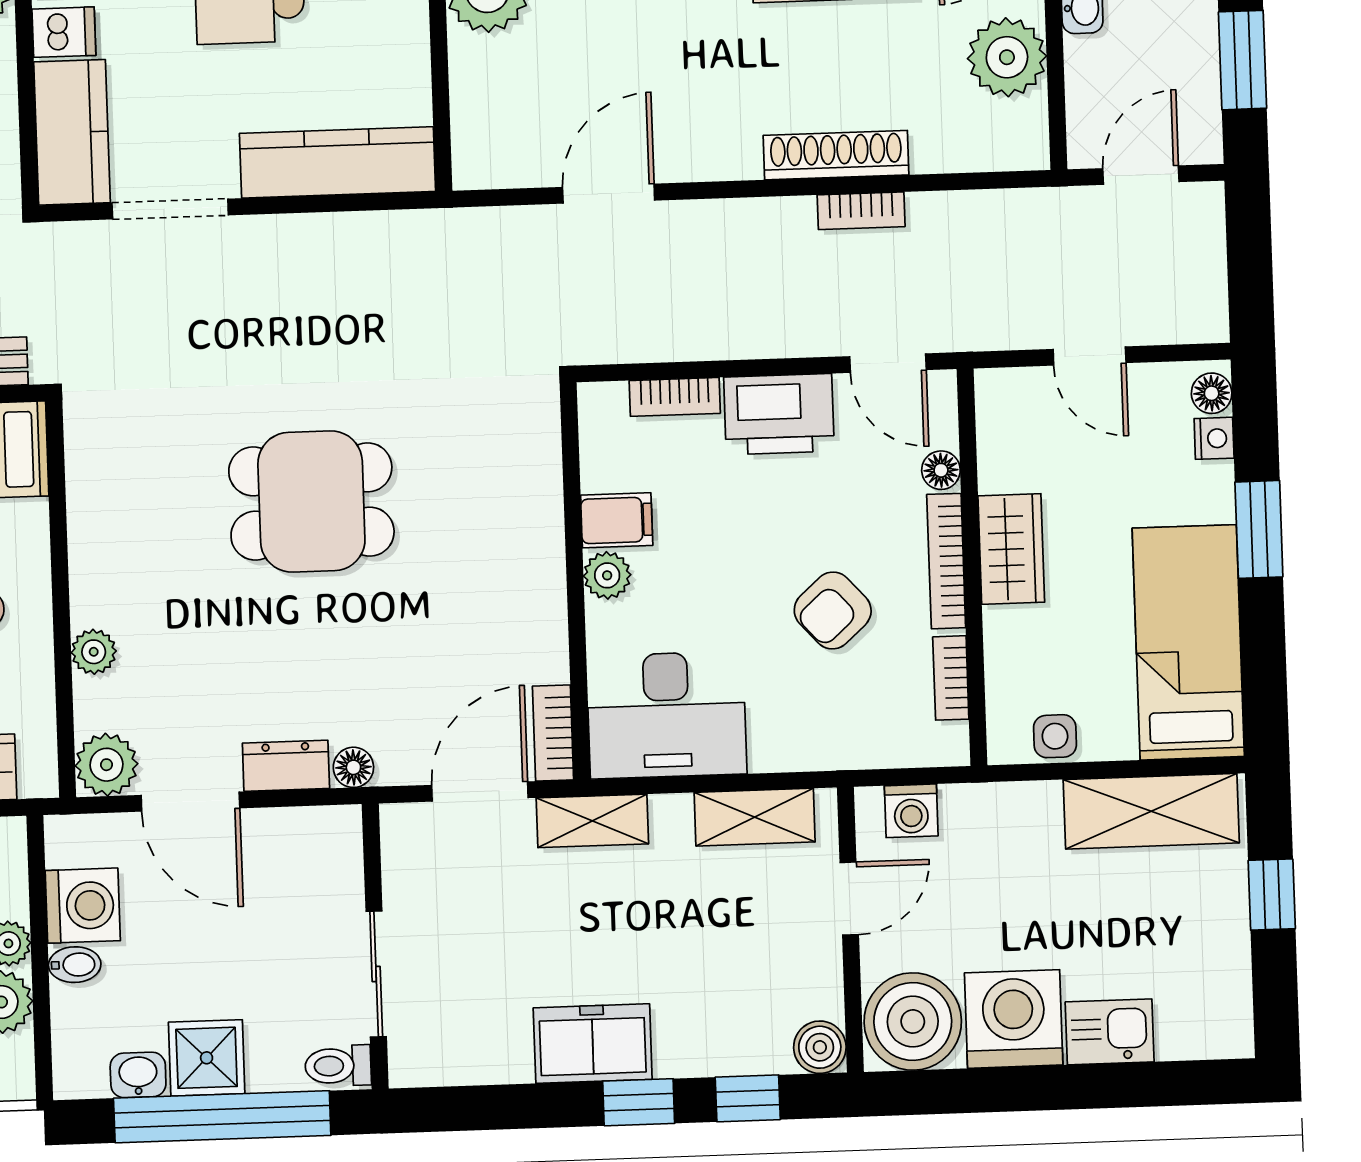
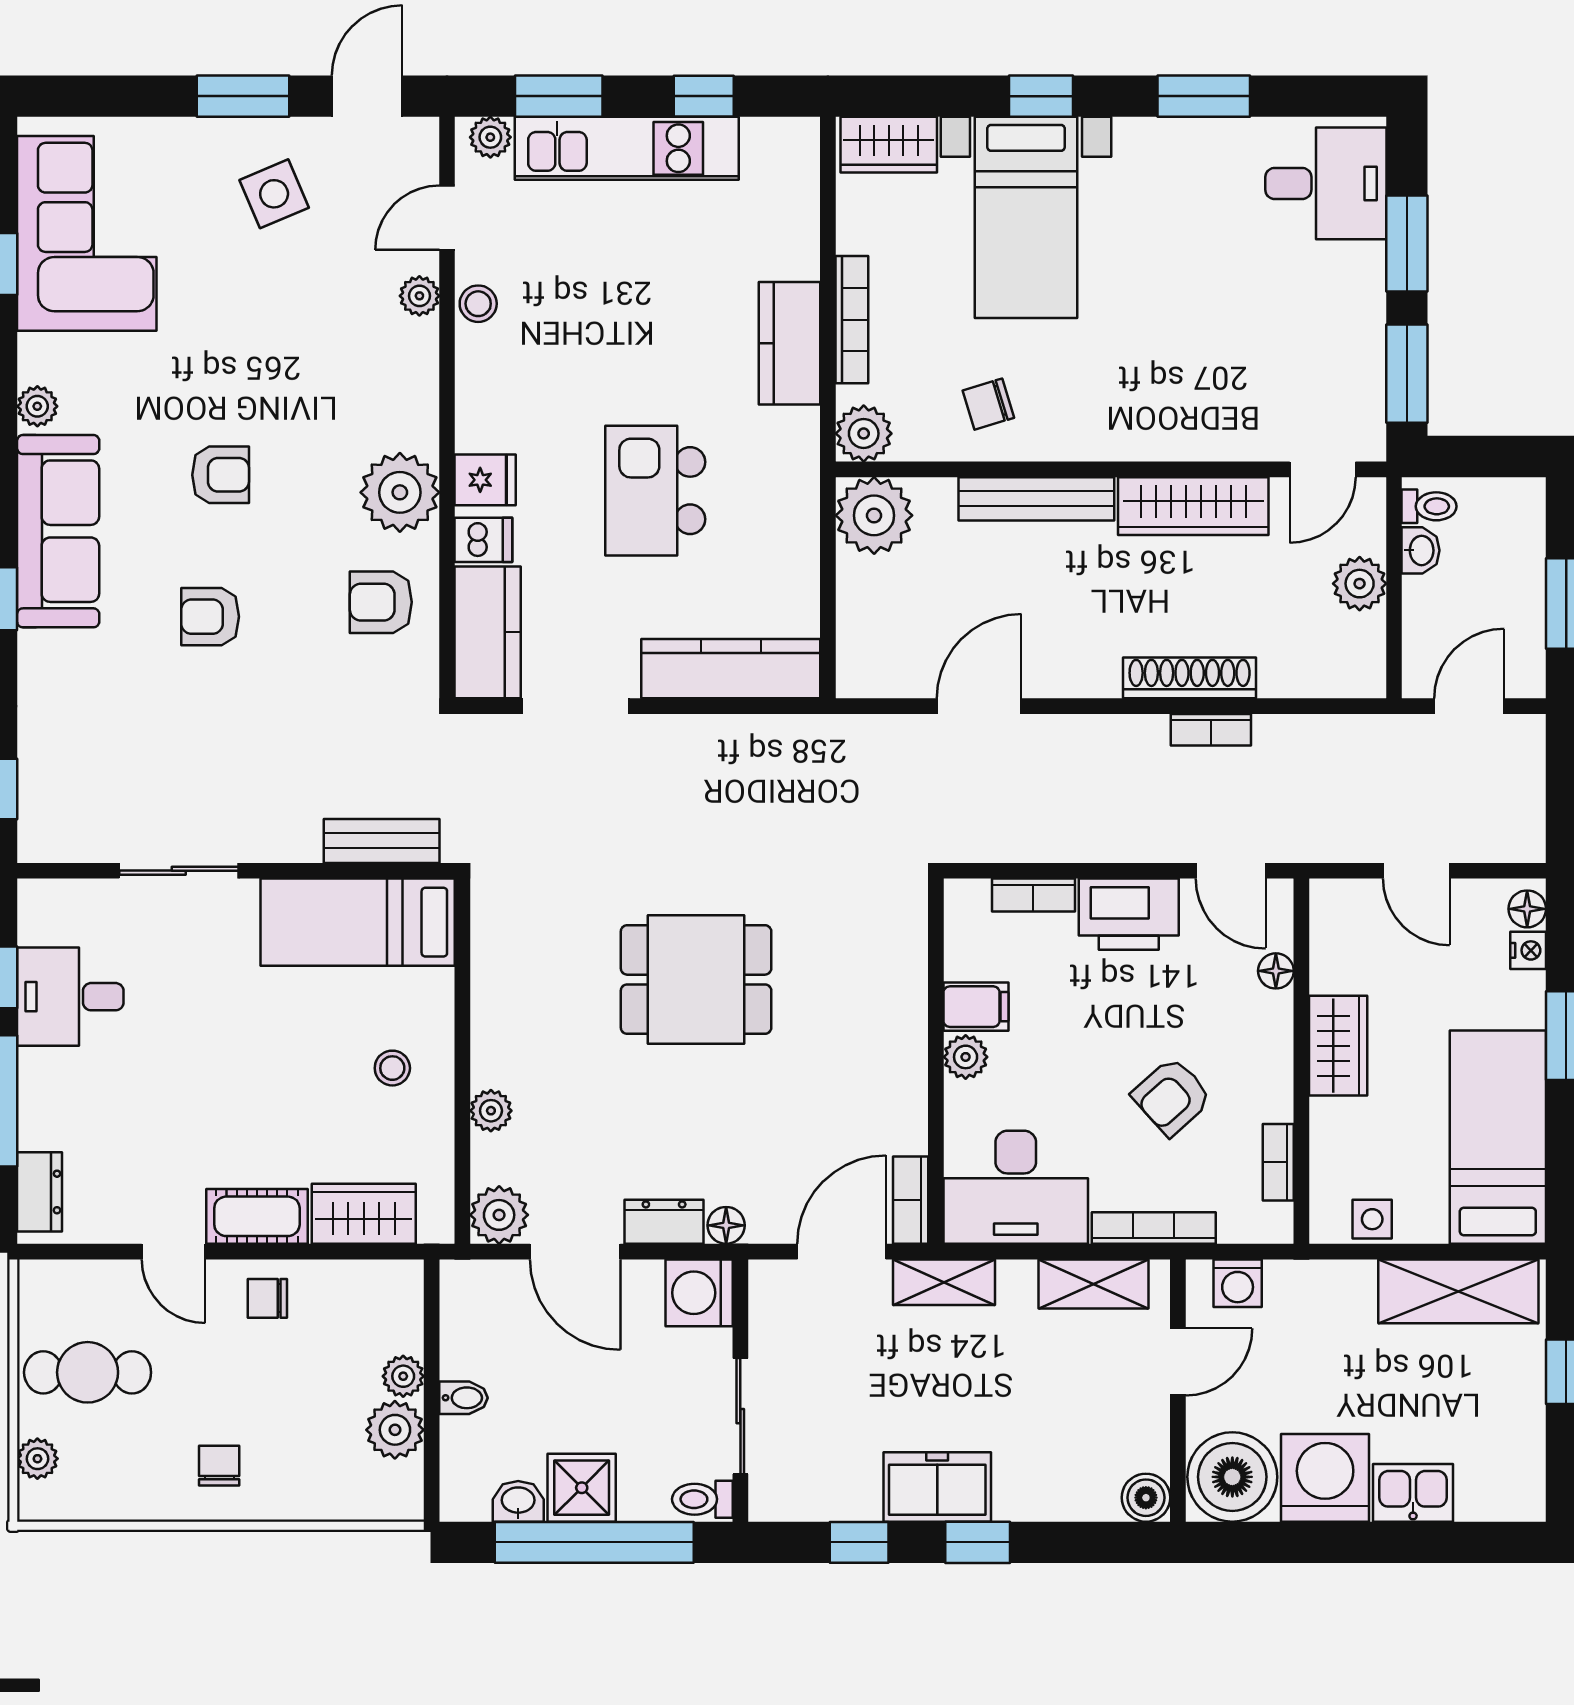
plant: (1007, 57) -> (1360, 584), width x0.73, depth x0.73
bookcase: (946, 561) -> (1154, 1228), moved, turned 90
washing machine: (83, 906) -> (699, 1293), moved, turned 180
window: (748, 1098) -> (859, 1542), moved

